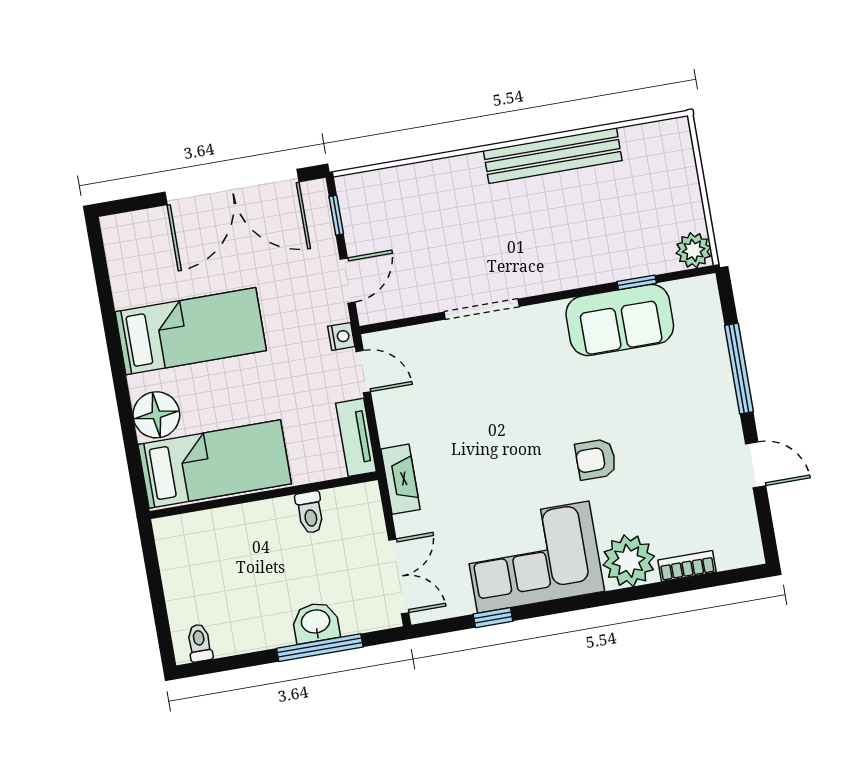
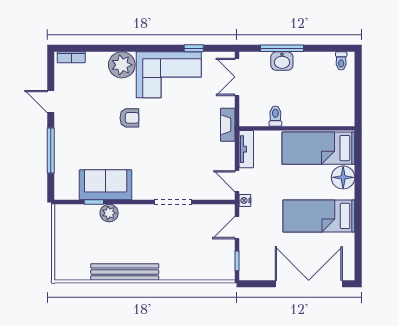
double door: (232, 187) -> (309, 284), moved
plant: (694, 250) -> (109, 213), moved
bookcase: (687, 566) -> (71, 57), moved

